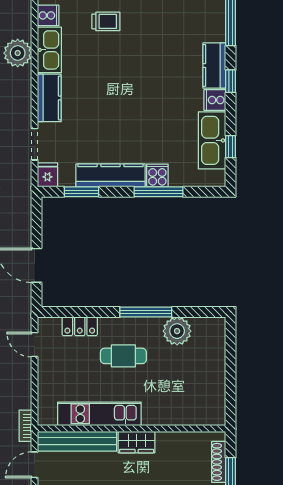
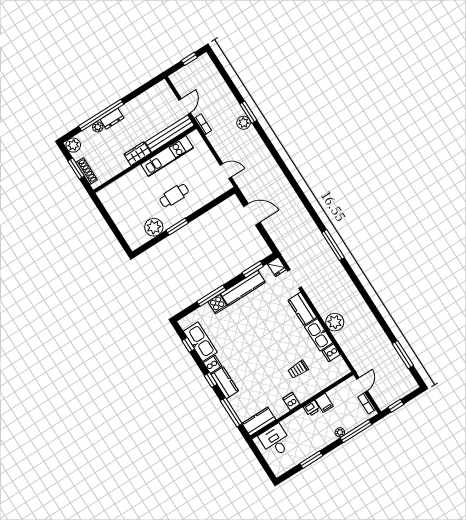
window: (146, 312) -> (177, 227), width x0.69
locker: (80, 326) -> (208, 196), removed

